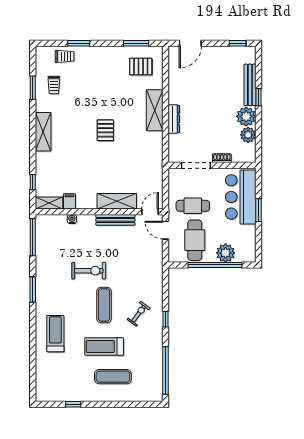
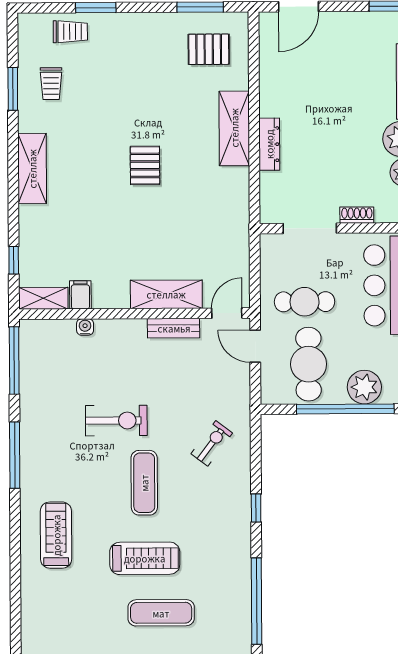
bench: (115, 220) -> (174, 328), width x0.73
window: (33, 289) -> (15, 455), width x1.44
exercise bike: (139, 314) -> (212, 443), moved
treadmill: (104, 347) -> (145, 558), turned 180

